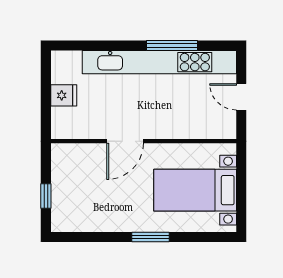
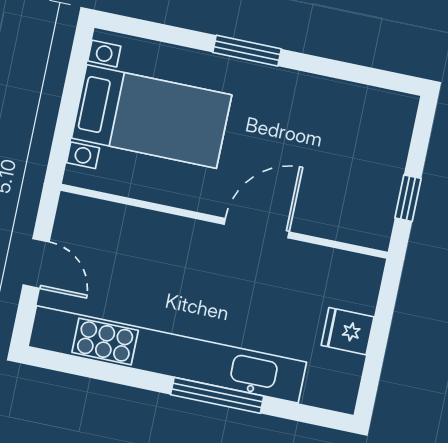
window: (172, 45) -> (217, 395), moved
window: (46, 196) -> (408, 198), moved

